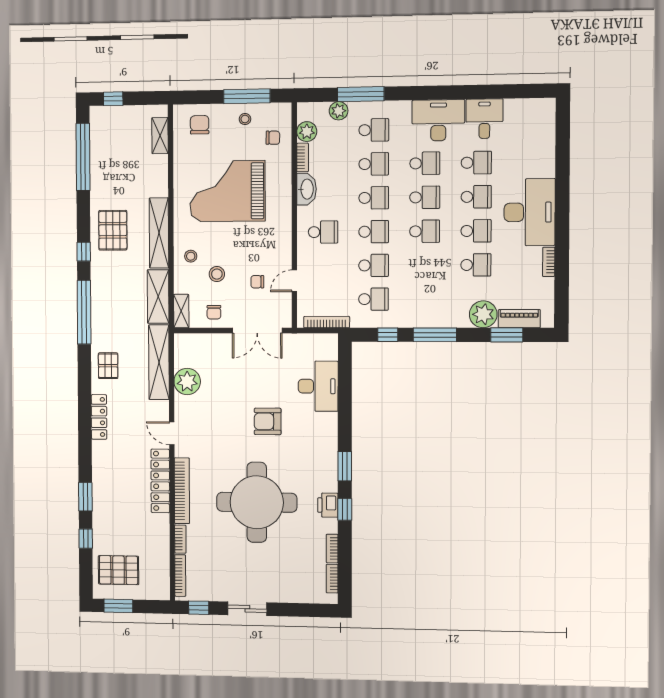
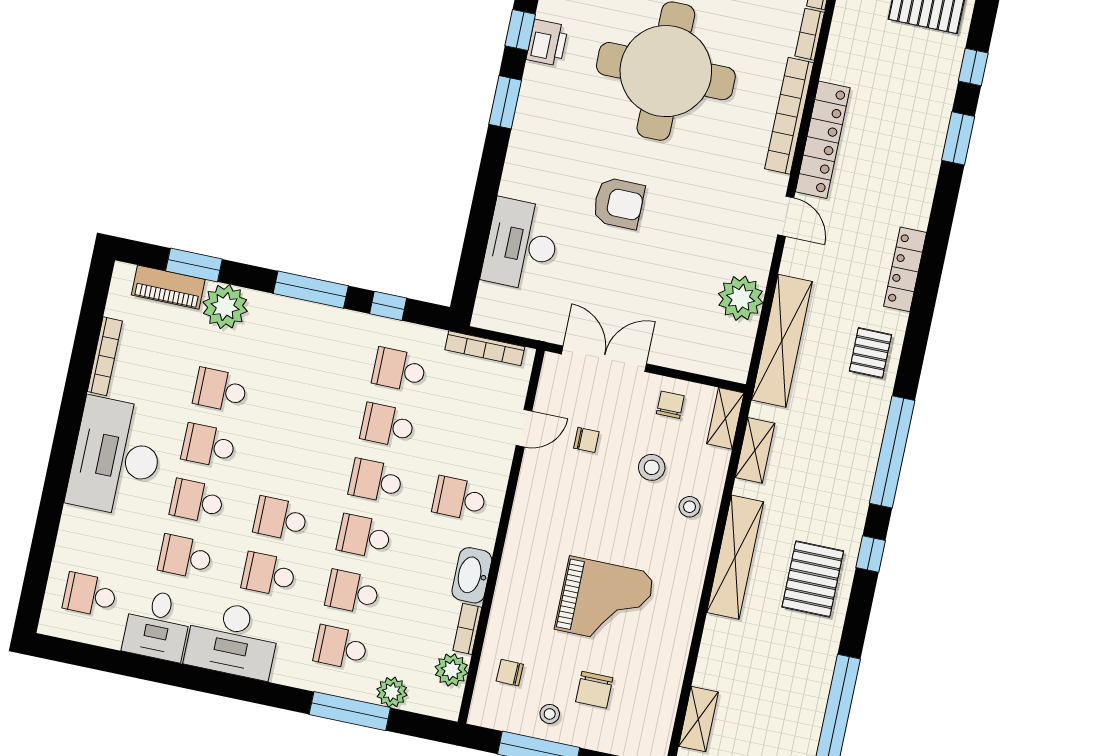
chair: (200, 125) -> (594, 690), moved
grand piano: (227, 191) -> (605, 601), width x0.73, depth x0.68
school desk: (425, 231) -> (90, 595), moved
bookcase: (549, 262) -> (105, 356), width x1.56
shelving: (158, 296) -> (755, 450), width x0.67, depth x0.75

